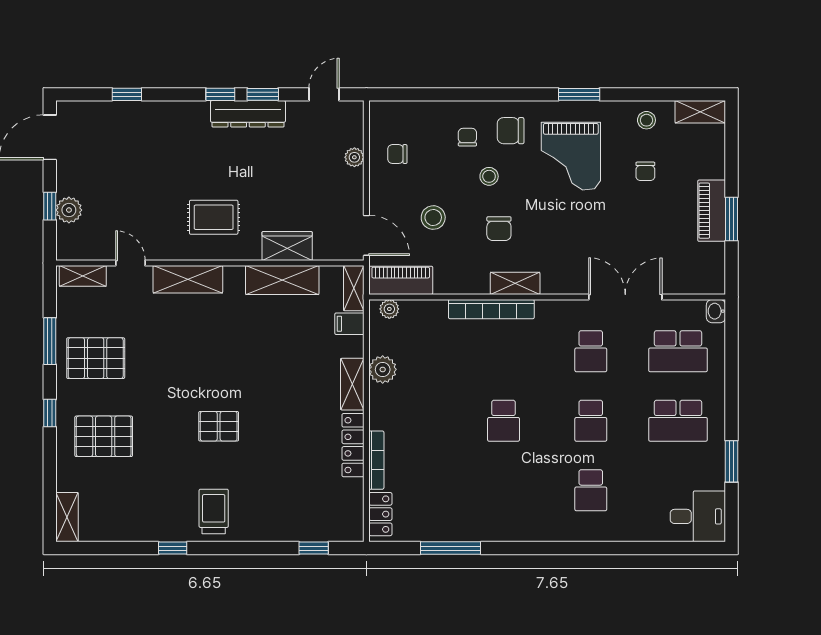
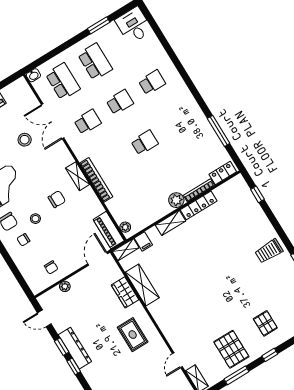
stool: (433, 218) -> (25, 140), moved
shelving: (188, 279) -> (169, 329), removed
plant: (383, 369) -> (176, 200), moved
pallet: (219, 426) -> (228, 273), removed
pallet: (104, 436) -> (265, 323), width x0.67, depth x0.71

